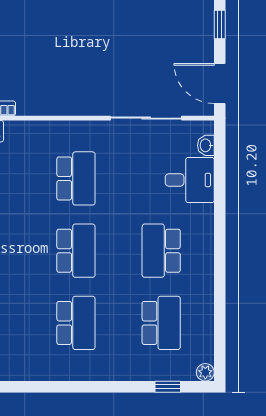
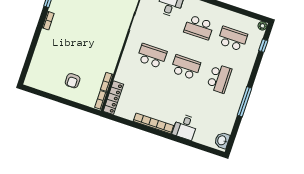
school desk: (76, 323) -> (219, 78), turned 90
window: (47, 387) -> (245, 102), added

